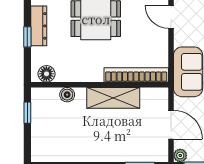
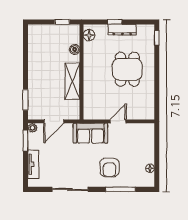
door: (171, 17) -> (118, 121), moved
bookcase: (136, 75) -> (88, 97), removed

